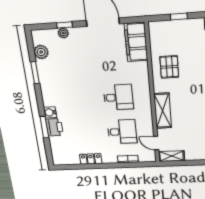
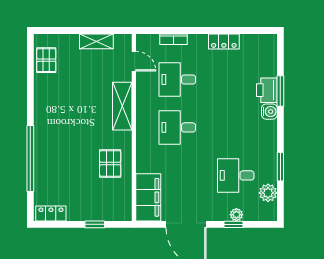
desk: (68, 64) -> (236, 175), added
shelving: (171, 156) -> (96, 41), moved

